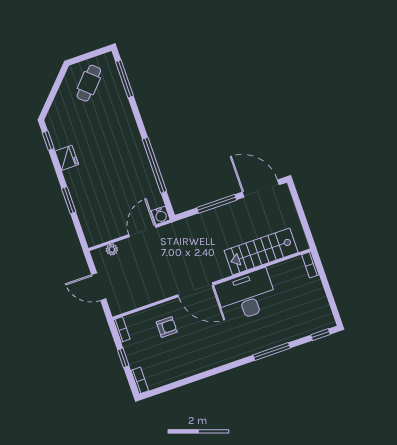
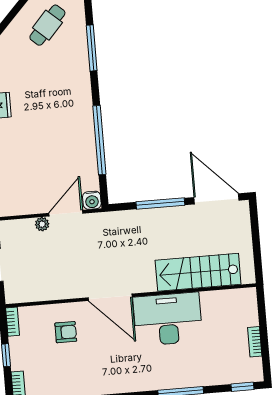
window: (125, 79) -> (92, 48), moved
plant: (112, 250) -> (42, 224), moved
bookcase: (310, 265) -> (255, 342), moved

